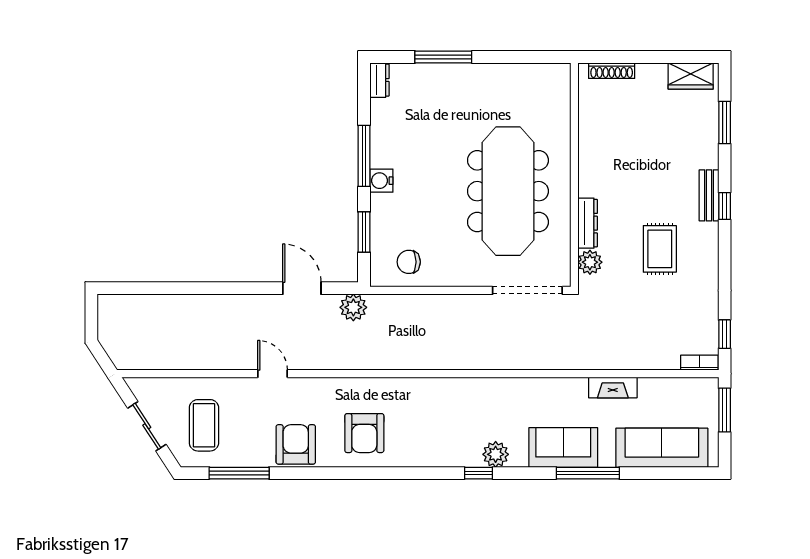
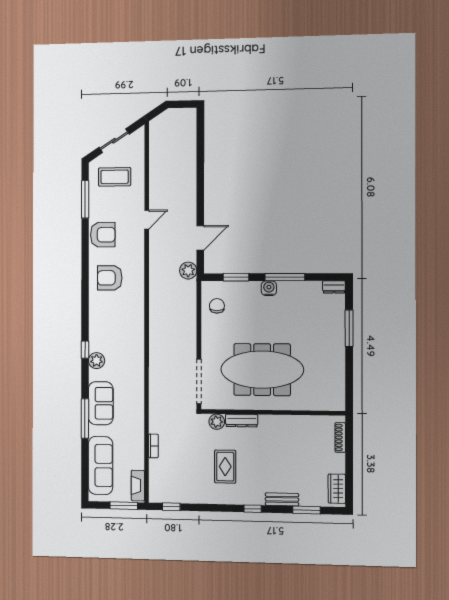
bench: (709, 195) -> (282, 499), moved
rug: (660, 249) -> (225, 467), turned 90
bookcase: (699, 363) -> (153, 446), moved
fireplace: (613, 387) -> (138, 486), moved

